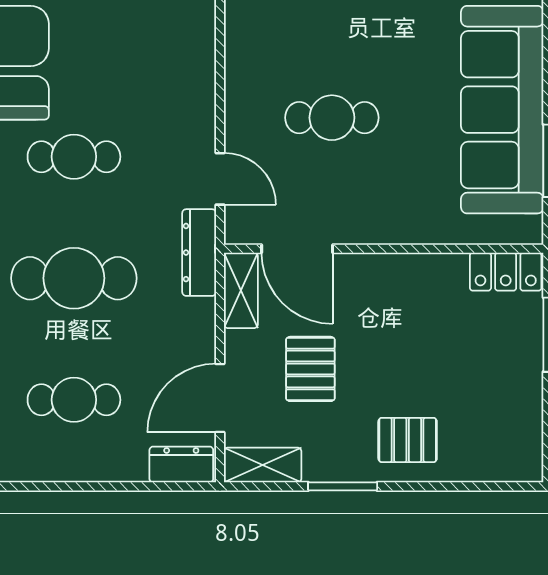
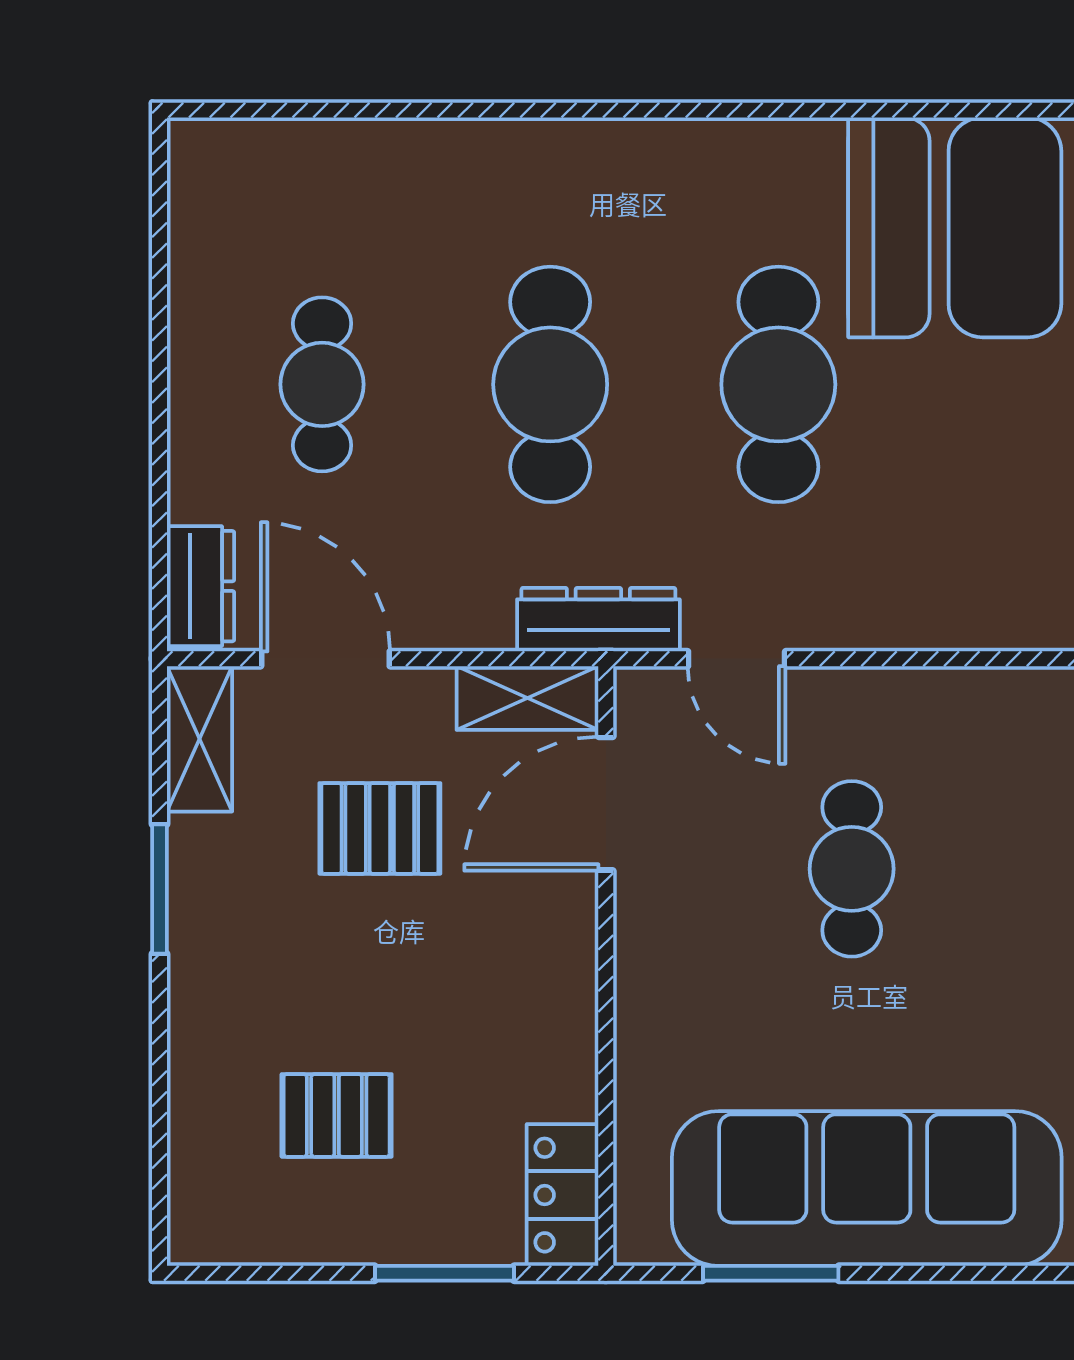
cafe table: (74, 157) -> (778, 384), width x1.37, depth x1.35
door: (220, 179) -> (737, 659), hinge flipped
pallet: (408, 440) -> (337, 1115), moved, turned 90

